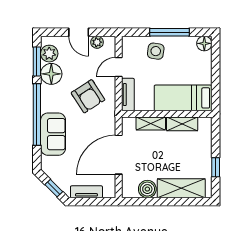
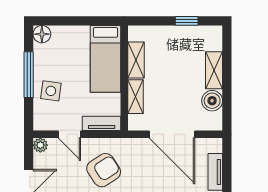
plant: (97, 42) -> (40, 145), moved
shelving: (181, 188) -> (214, 70), width x0.67, depth x0.75

